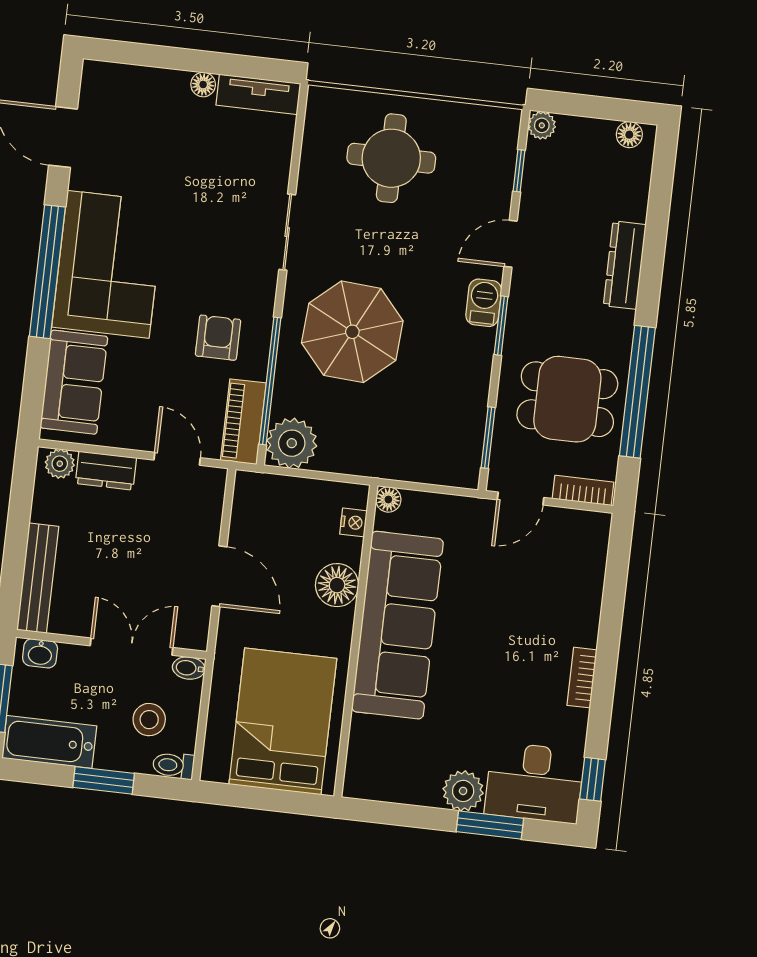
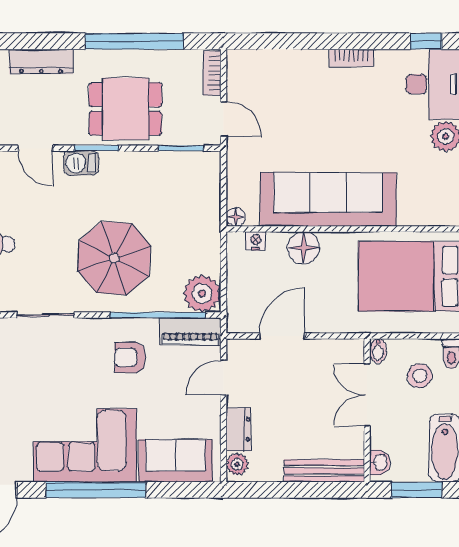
dining table: (567, 399) -> (125, 109), moved, turned 90
door: (219, 576) -> (282, 336), moved

